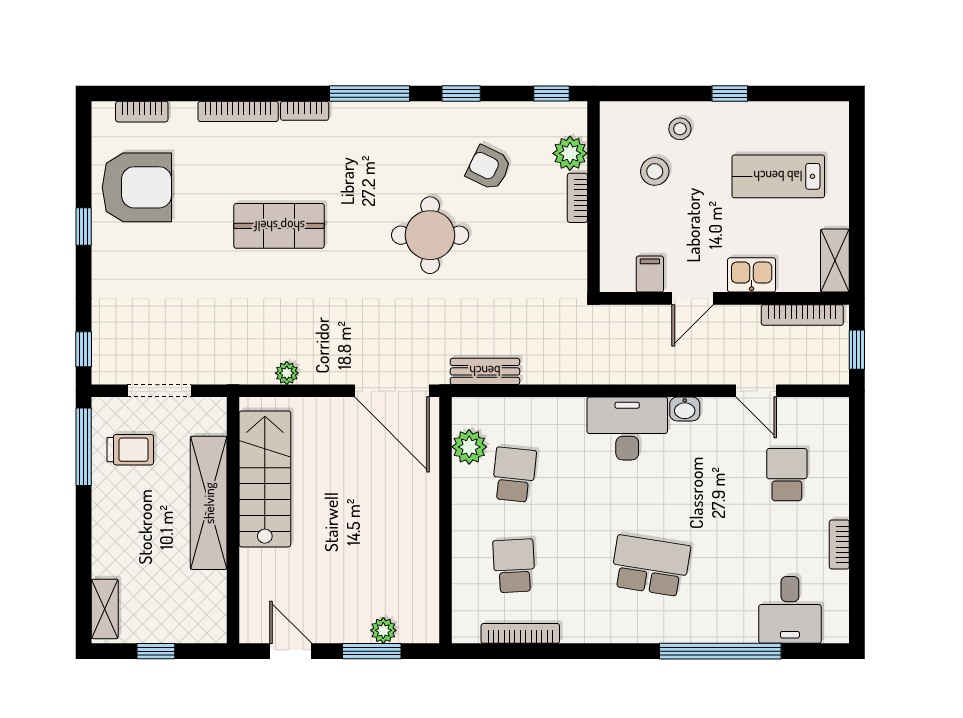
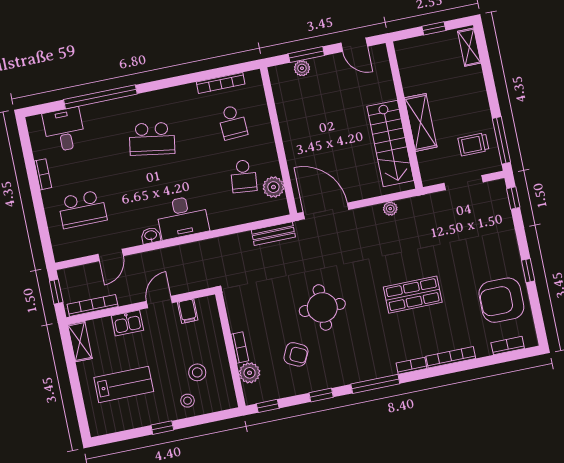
door: (756, 391) -> (111, 255), swing flipped
school desk: (787, 475) -> (82, 209), width x1.85
shelving: (209, 503) -> (421, 122), width x0.68

